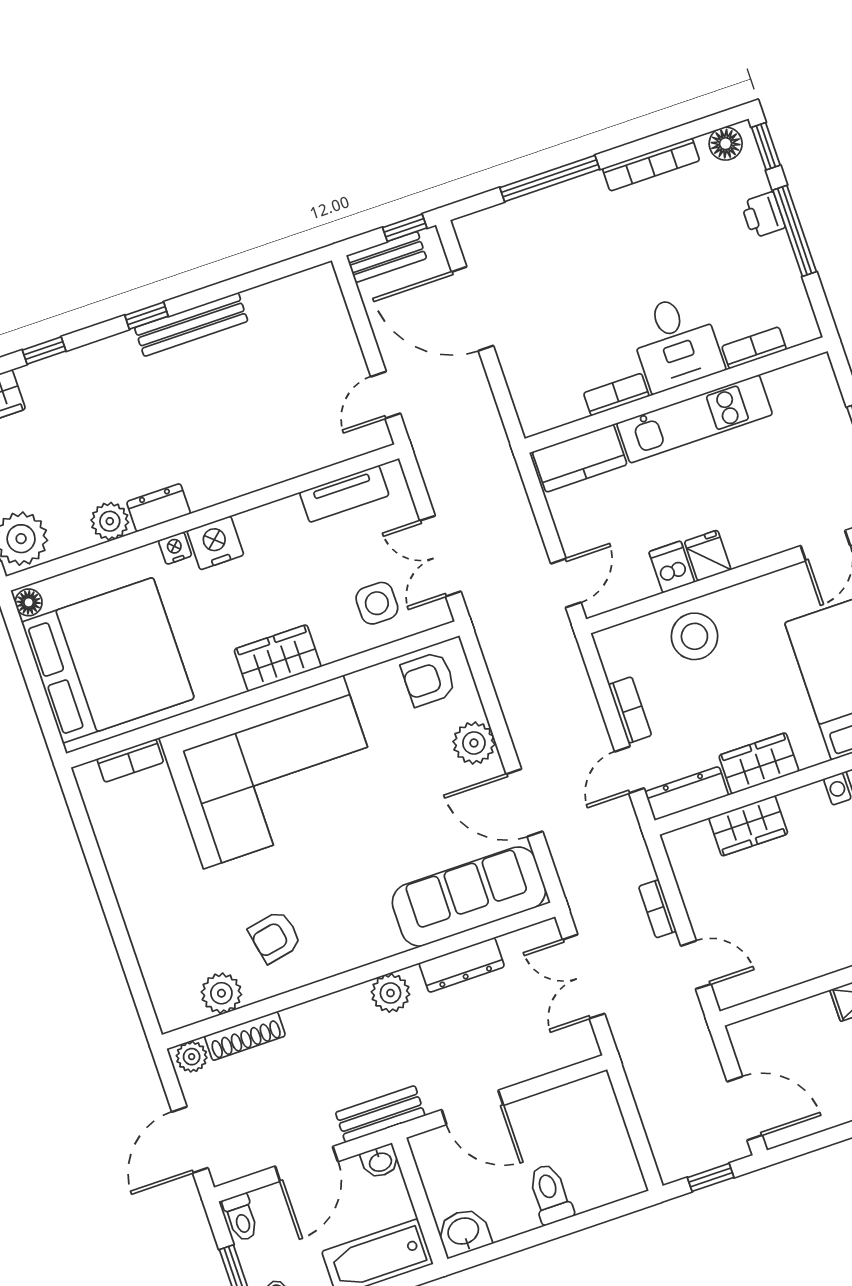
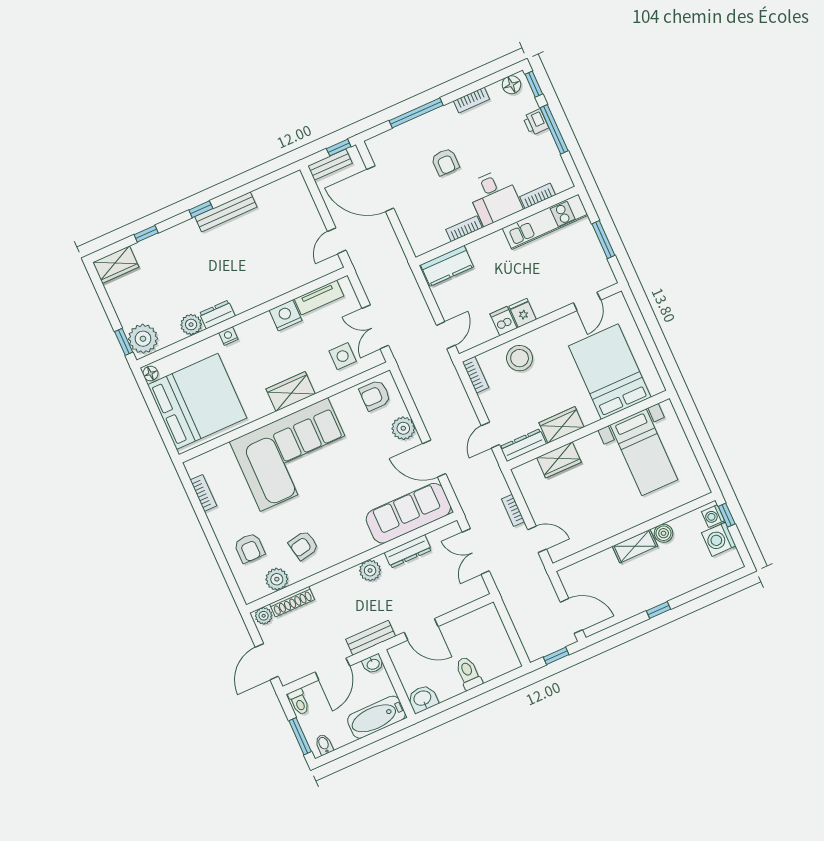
bookcase: (651, 165) -> (471, 100), width x0.64
armchair: (594, 271) -> (445, 162), added
kitchen unit: (695, 419) -> (545, 222), moved
nightstand: (215, 543) -> (286, 315), moved
bookcase: (630, 710) -> (475, 375), moved
bookcase: (130, 761) -> (203, 493), moved, turned -90
armchair: (177, 932) -> (249, 548), added

